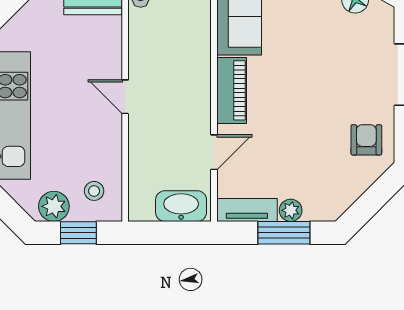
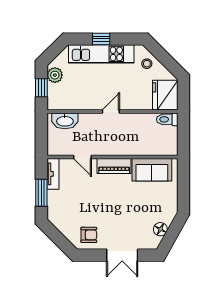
stool: (94, 191) -> (147, 64), moved
washbasin: (181, 206) -> (65, 121), moved, turned 90
plant: (291, 210) -> (53, 196), removed

